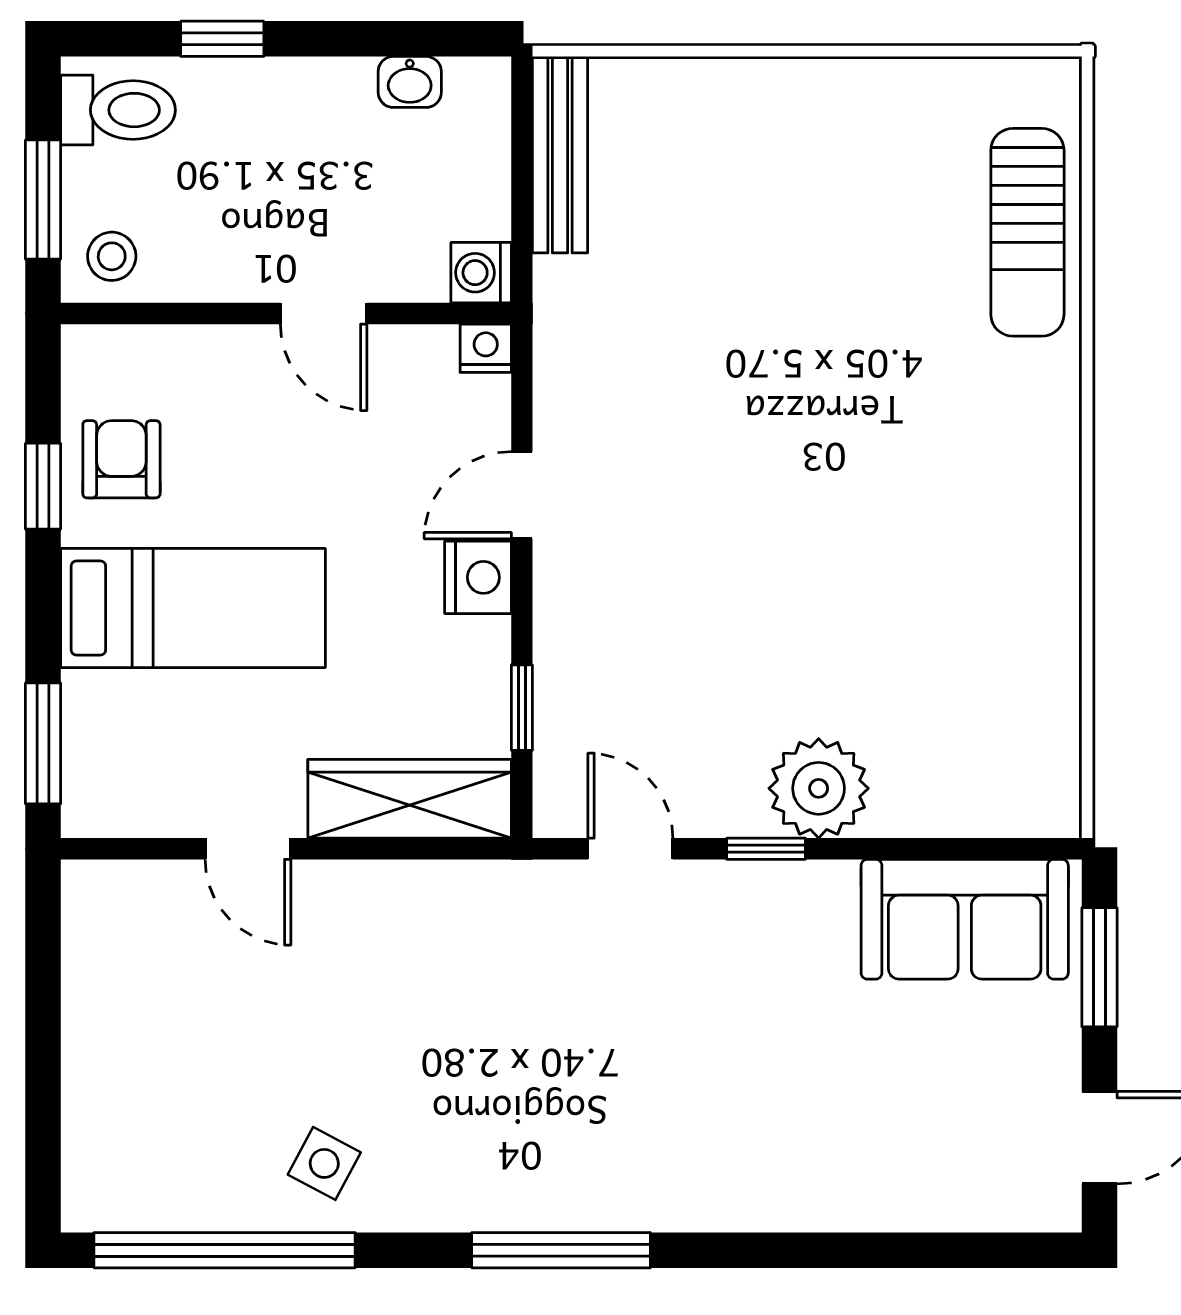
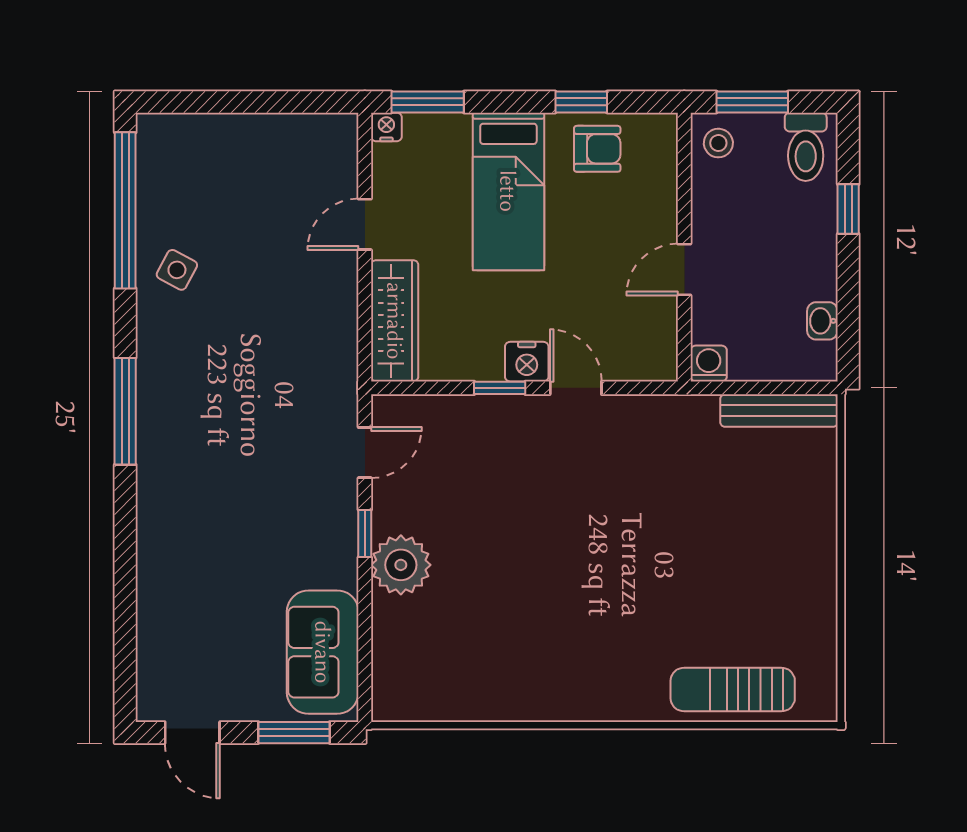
nightstand: (486, 348) -> (386, 127), moved, turned -90
window: (522, 708) -> (500, 388), moved

